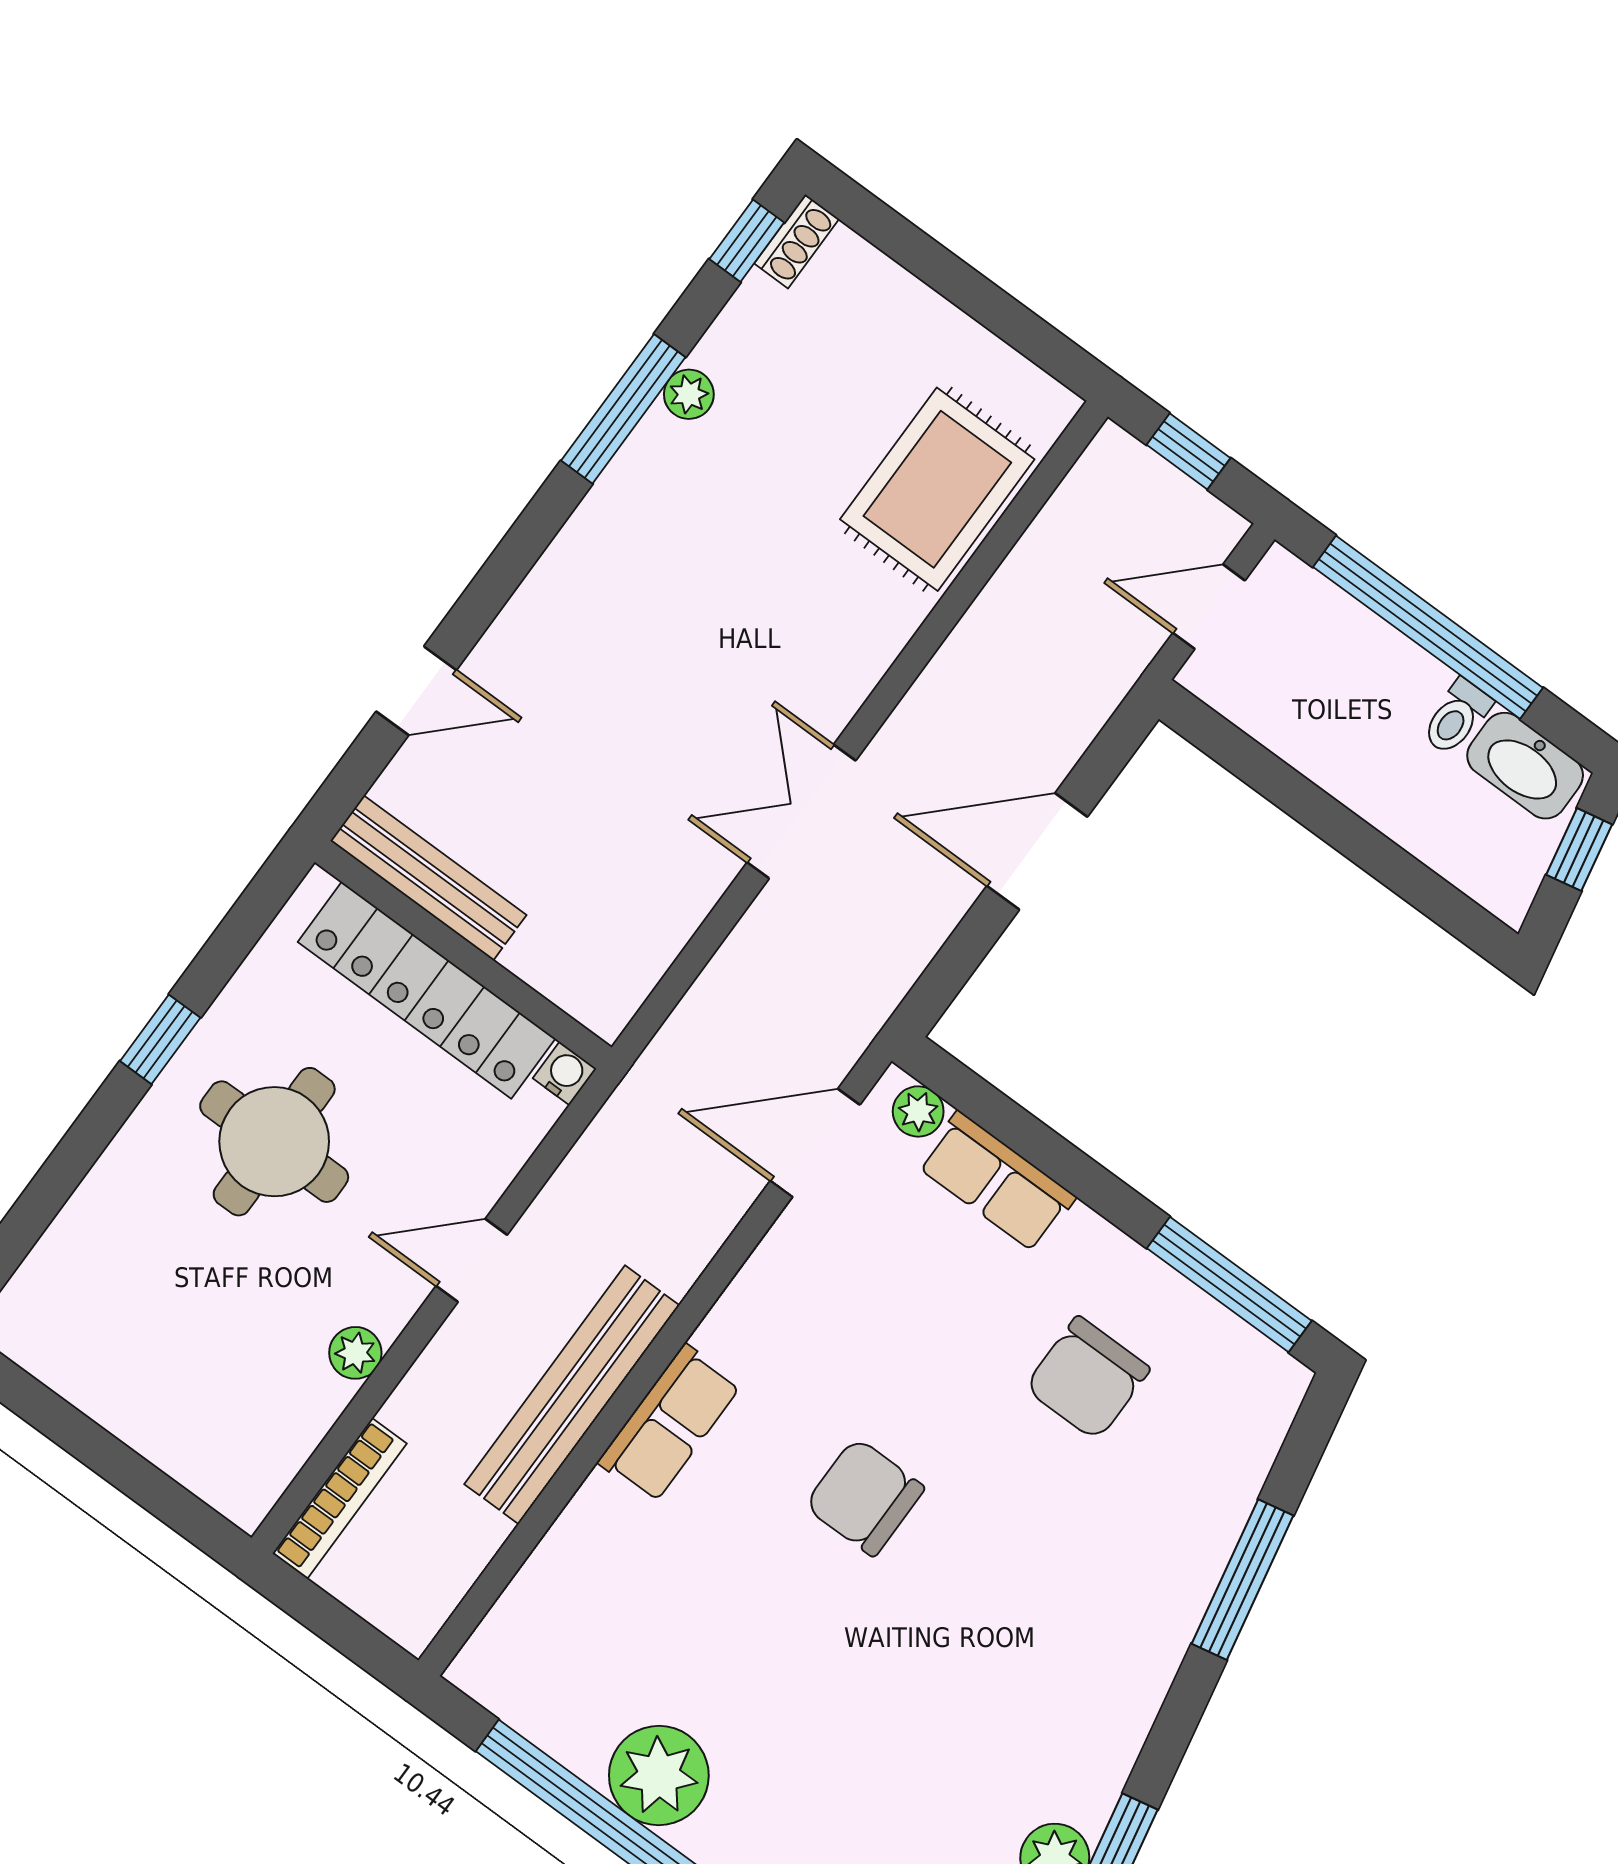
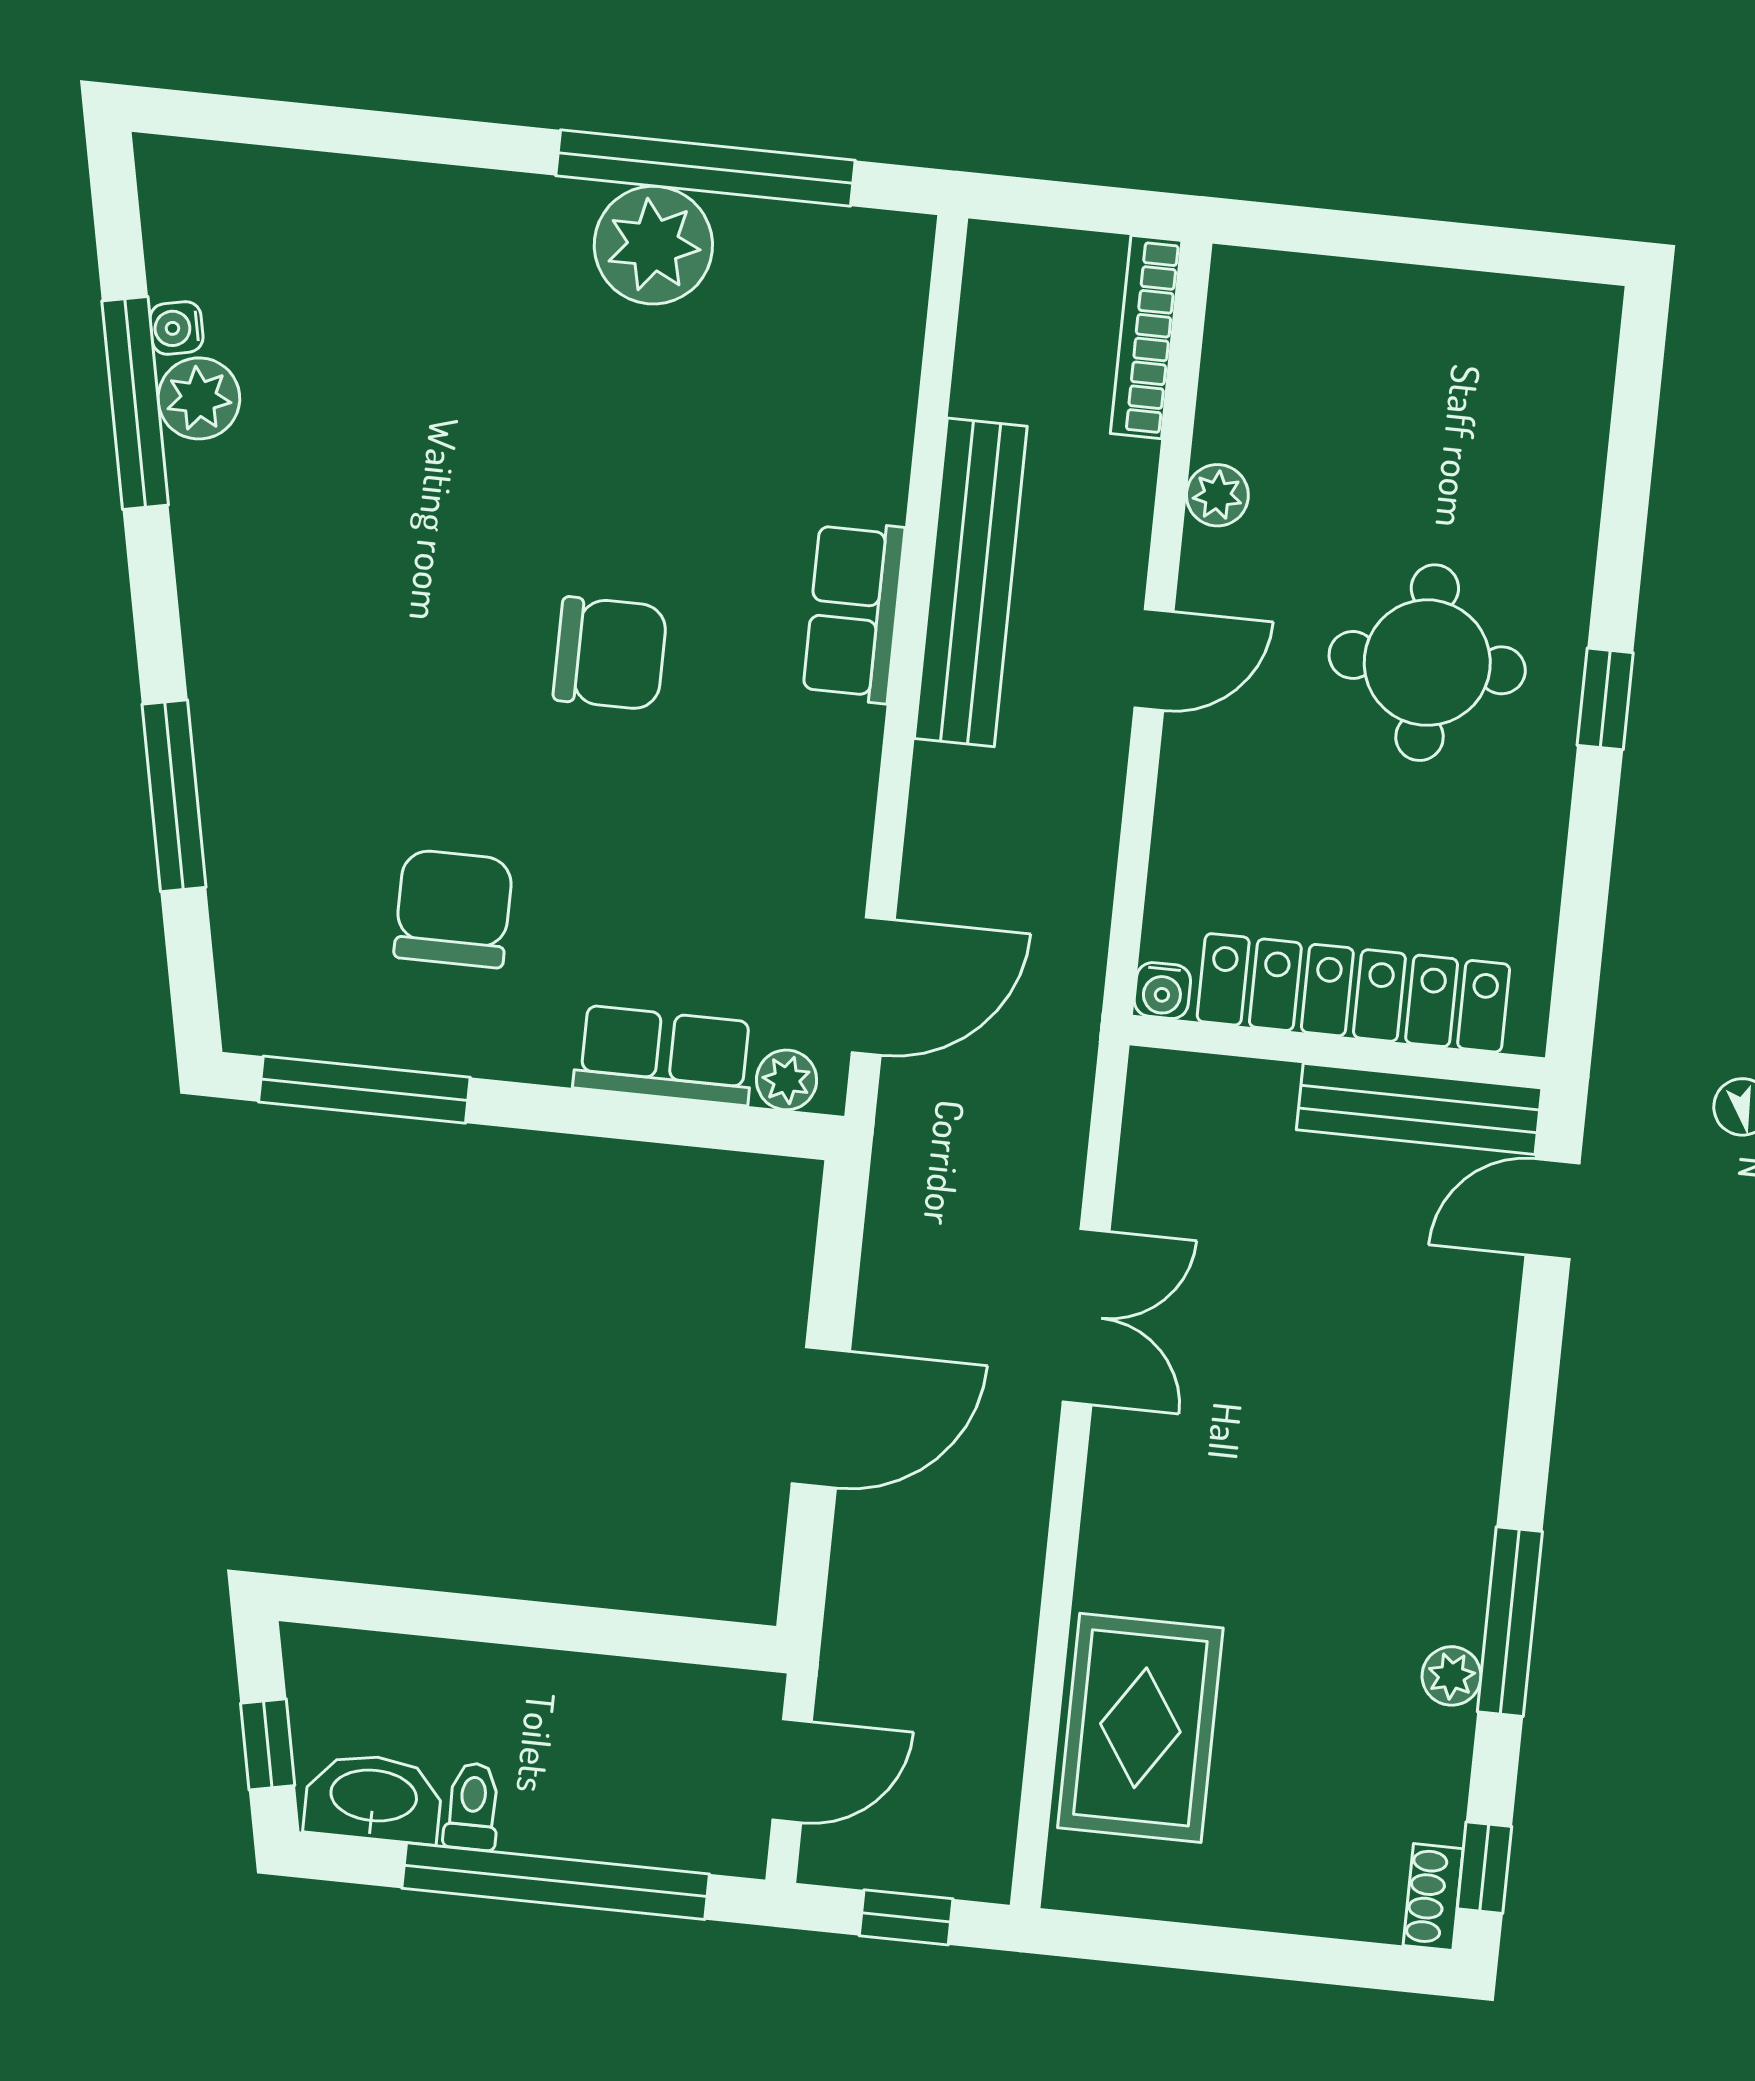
bench: (428, 878) -> (1419, 1109), moved
wall: (463, 955) -> (1337, 1051), moved
locker: (427, 990) -> (1353, 993), moved
water cooler: (565, 1074) -> (1162, 991), moved

